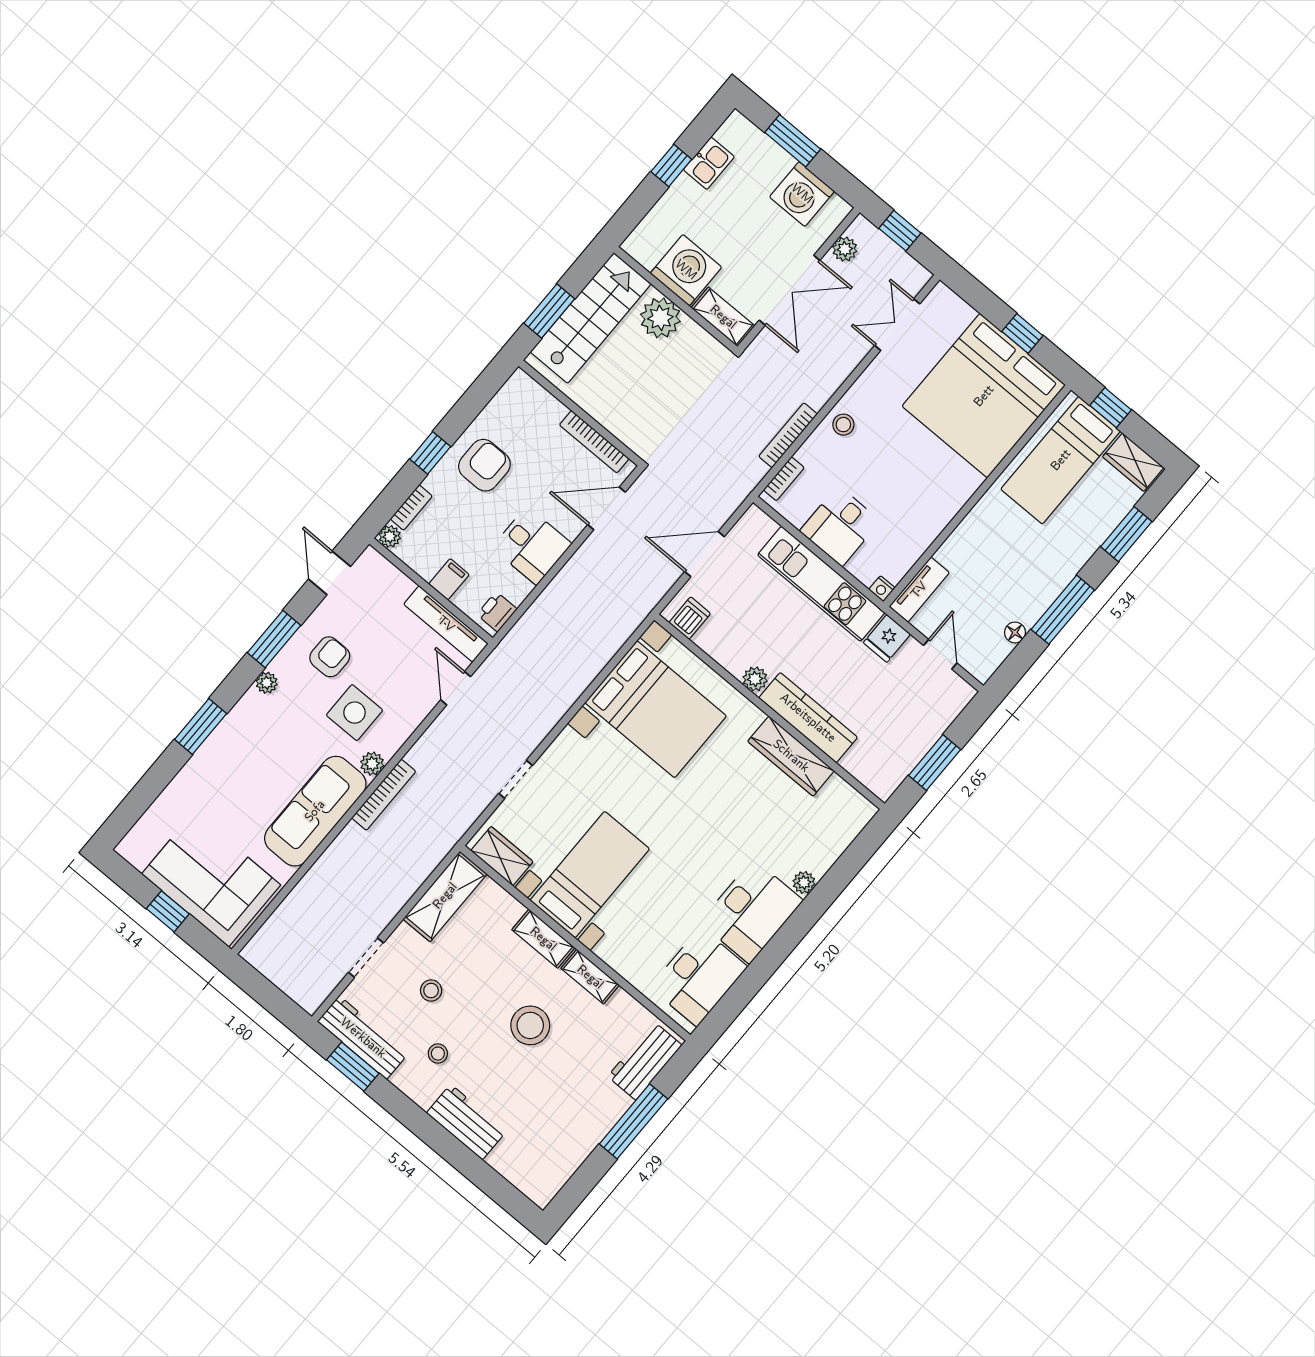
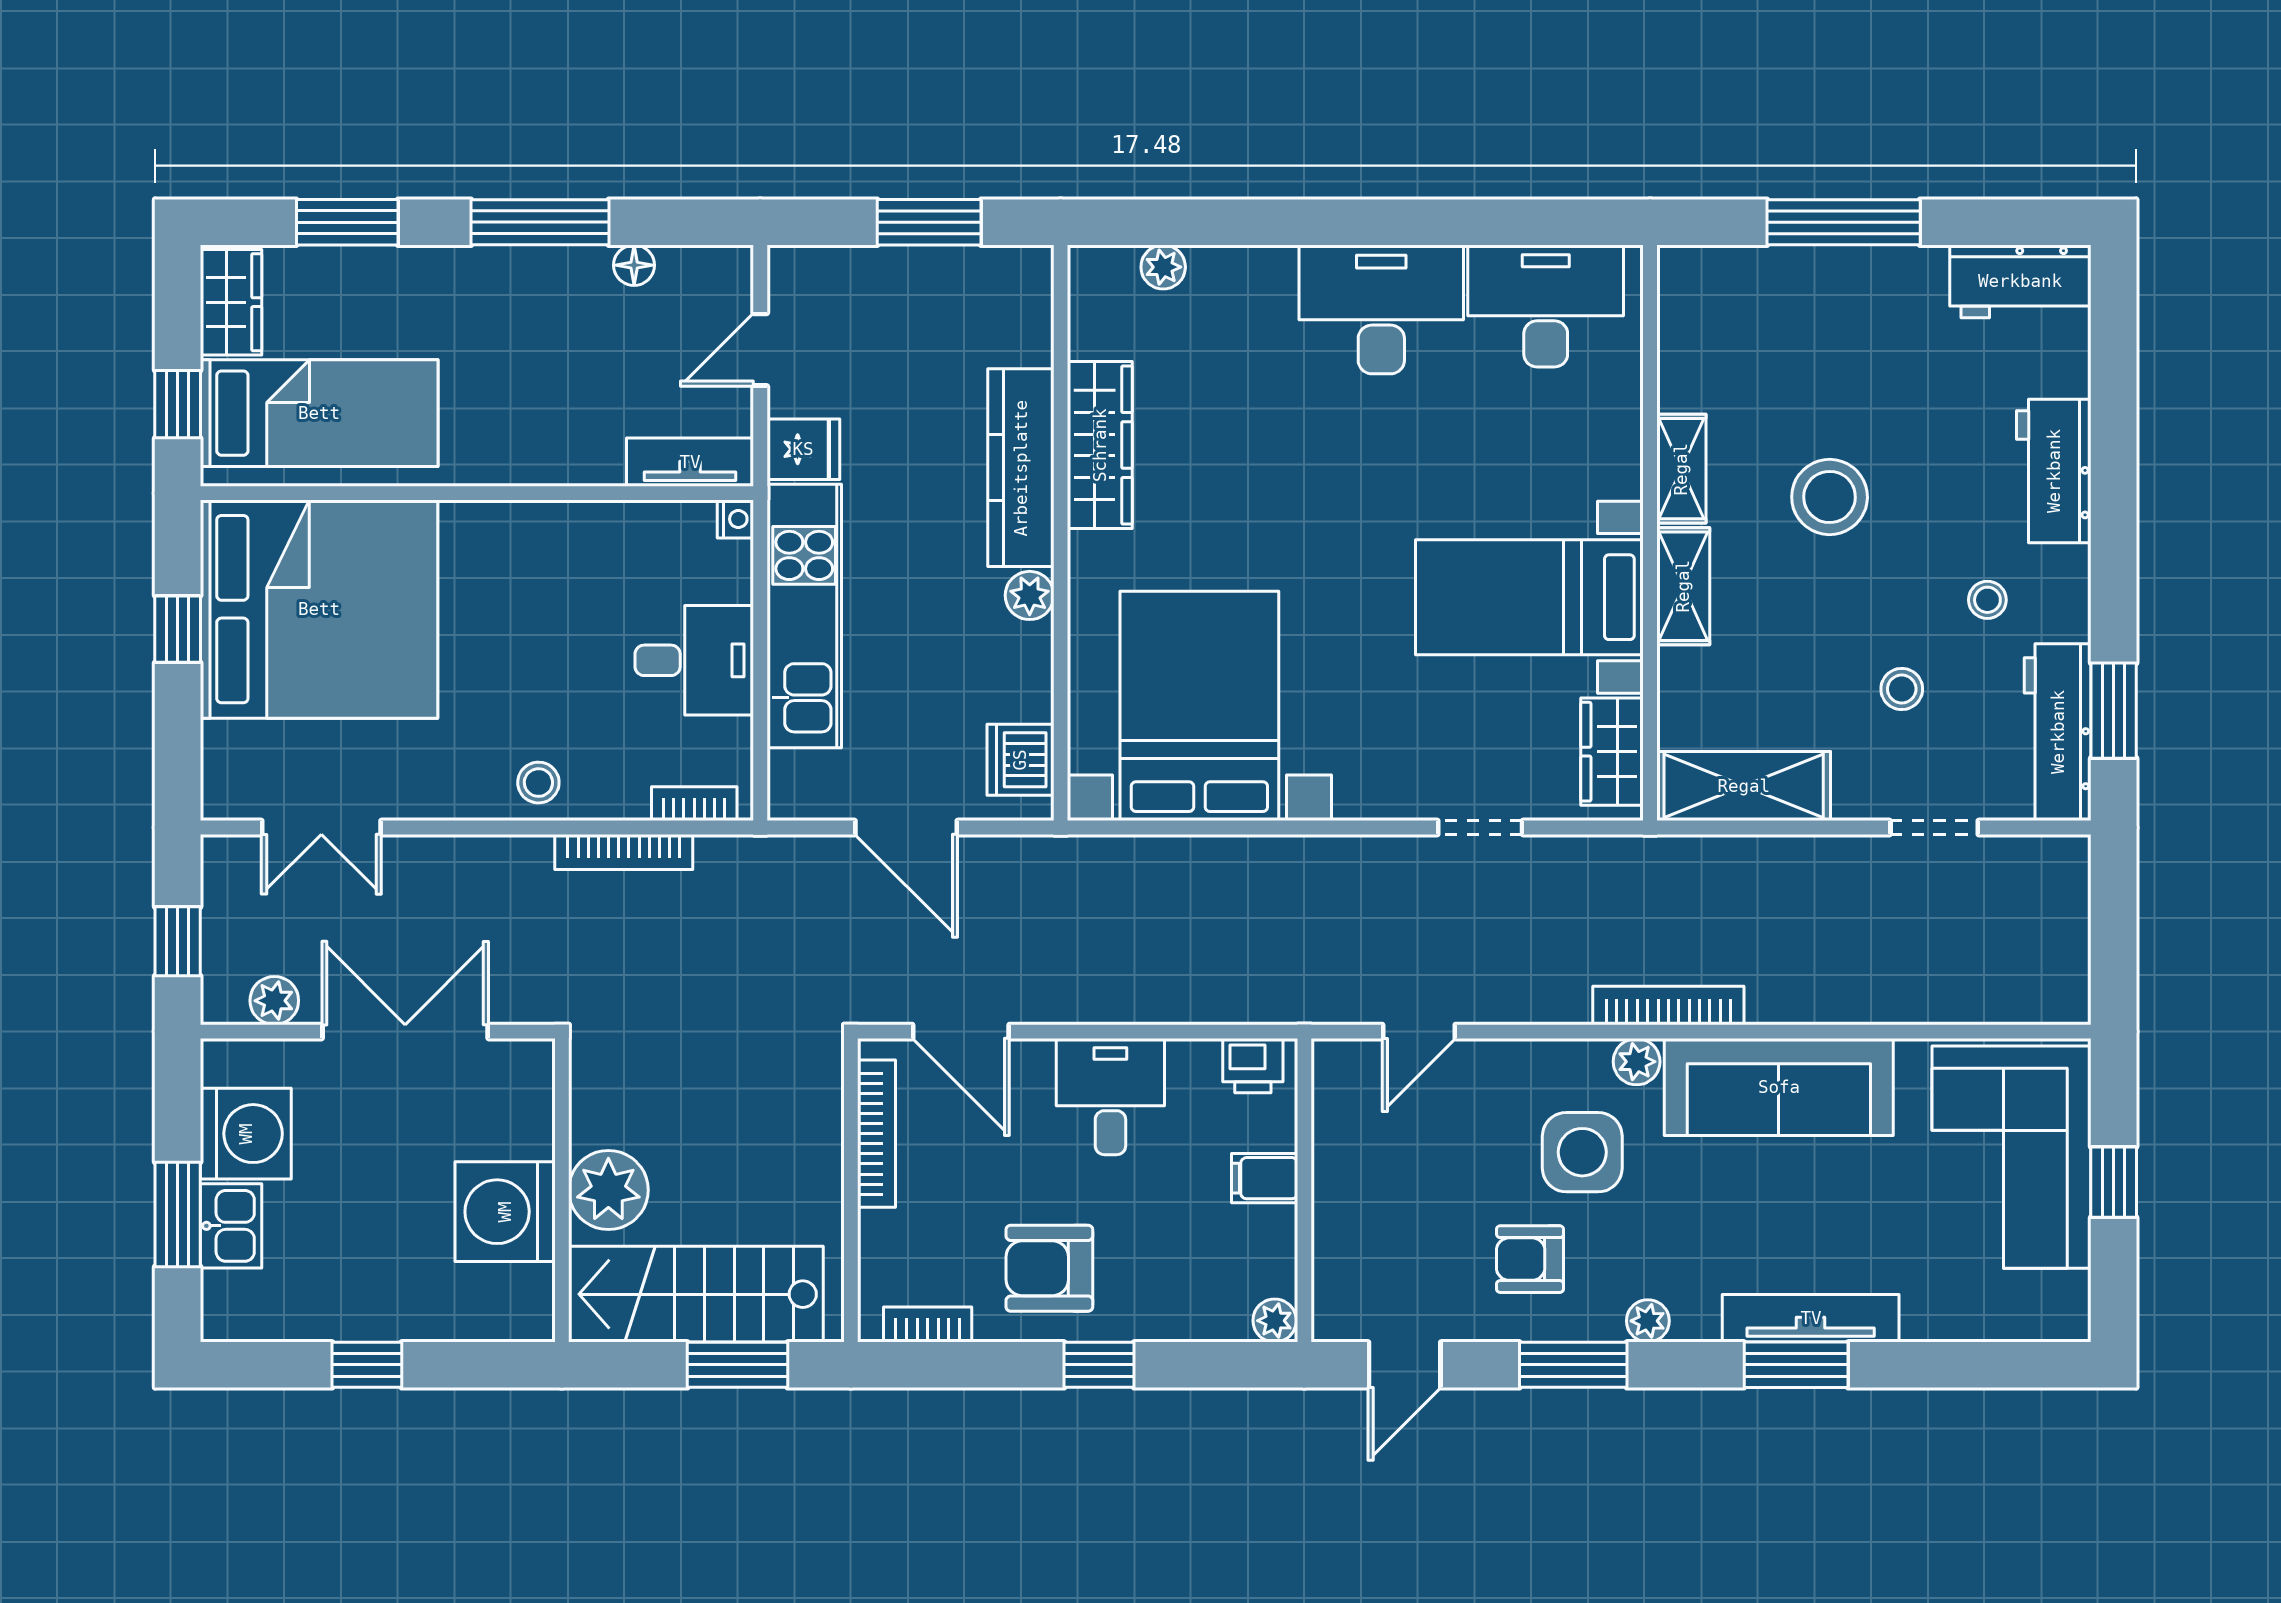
kitchen sink: (709, 163) -> (231, 1226), moved, turned 90
shelving: (723, 317) -> (528, 1098), removed
bookcase: (411, 508) -> (928, 1325), moved
dishwasher: (690, 618) -> (1020, 760), width x1.38
tv unit: (446, 624) -> (1811, 1318), moved, turned -90
plant: (804, 883) -> (1163, 267), moved
workbench: (645, 1061) -> (2020, 281), moved

